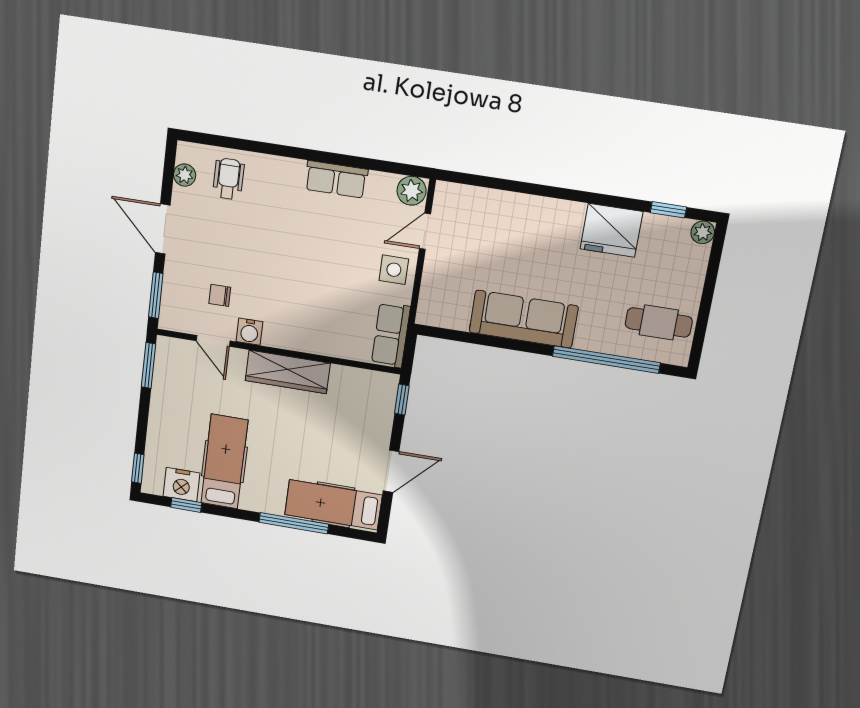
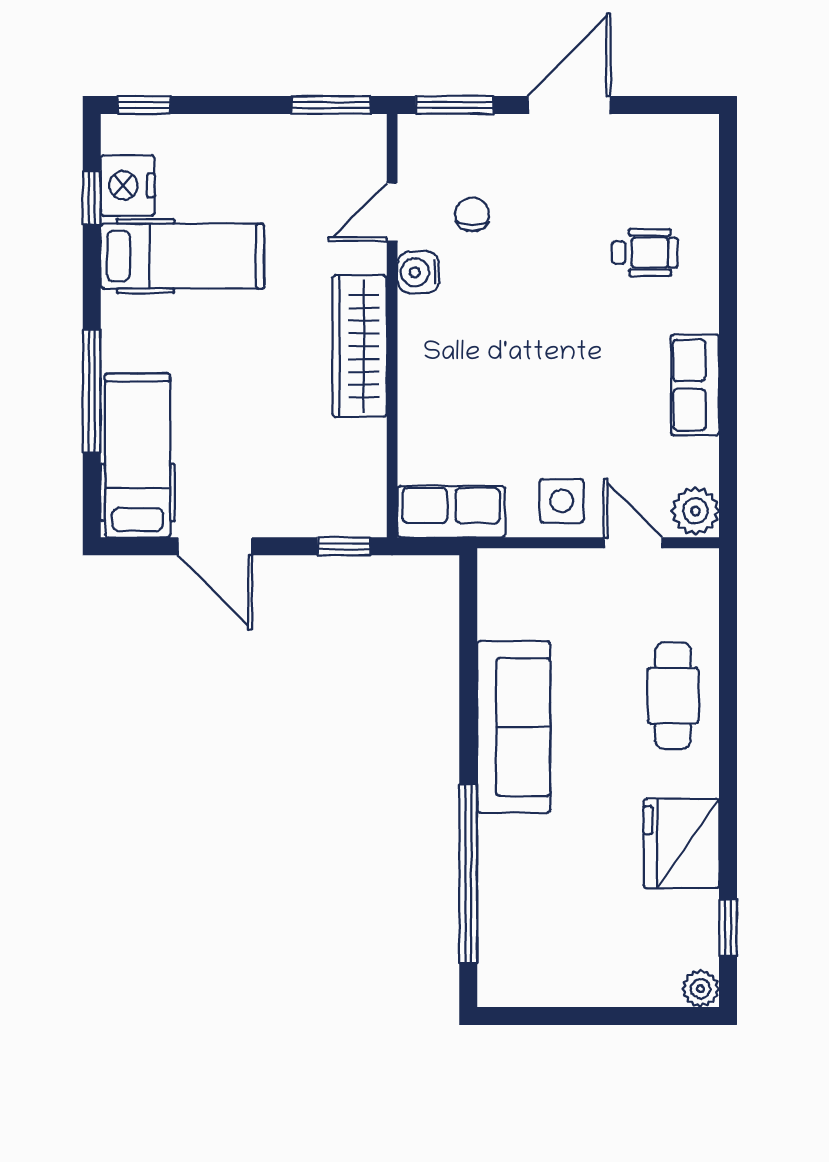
plant: (185, 175) -> (664, 132), removed
wheelchair: (228, 179) -> (645, 253), moved
cafe table: (659, 322) -> (673, 696), moved

